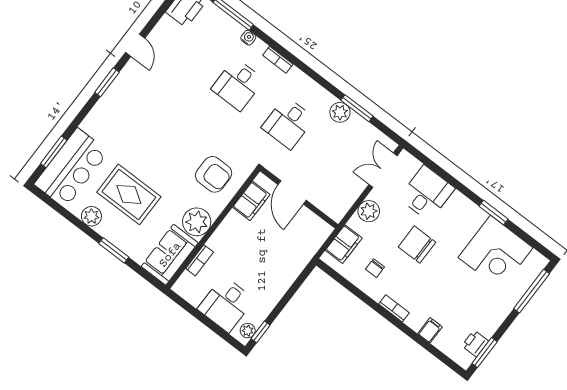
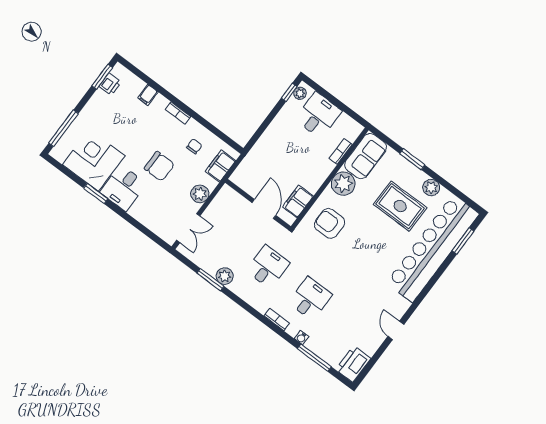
window: (107, 82) -> (419, 299), removed
bar counter: (71, 168) -> (433, 248), width x1.86
desk: (427, 193) -> (123, 188), moved

